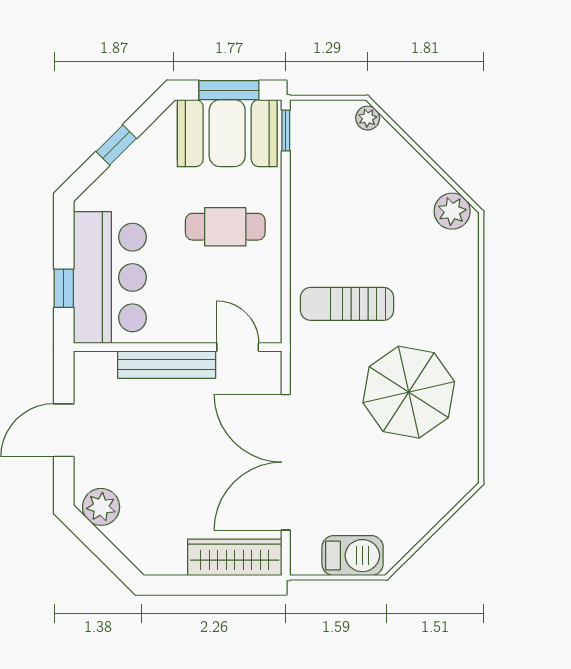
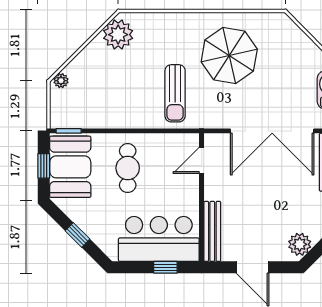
window: (229, 90) -> (44, 166), width x0.67
plant: (452, 211) -> (118, 35), width x1.36, depth x1.36
bench: (167, 365) -> (212, 231), moved

